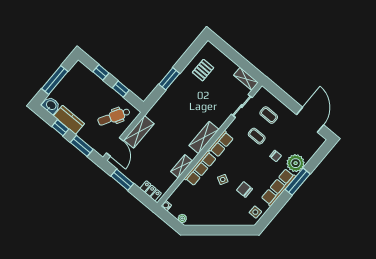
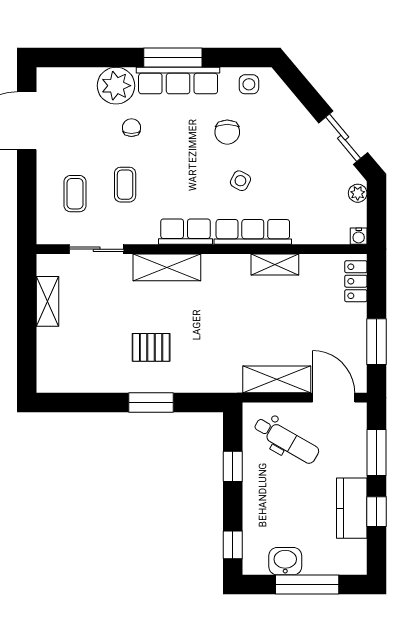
pallet: (203, 70) -> (151, 347), moved
window: (101, 72) -> (233, 545), moved
shelving: (246, 79) -> (47, 301), moved
washbasin: (51, 105) -> (285, 561), moved, turned 90
shelving: (204, 137) -> (167, 267), moved
door: (115, 147) -> (334, 398), hinge flipped
window: (298, 182) -> (173, 58), moved
sliding door: (207, 230) -> (343, 138), added

